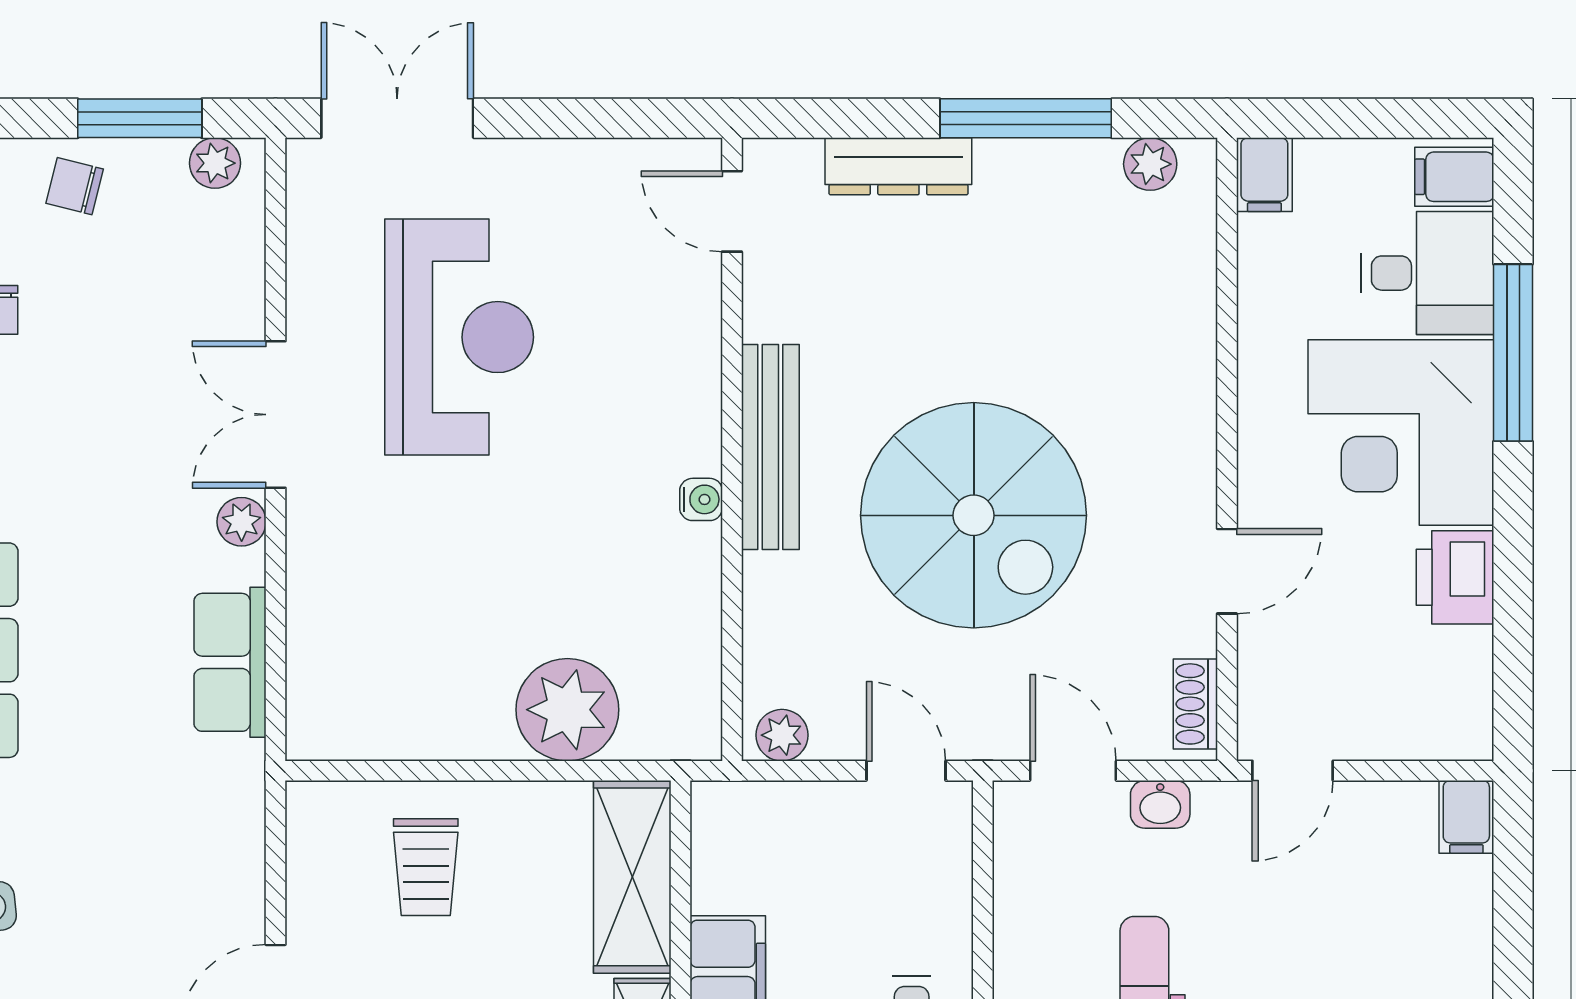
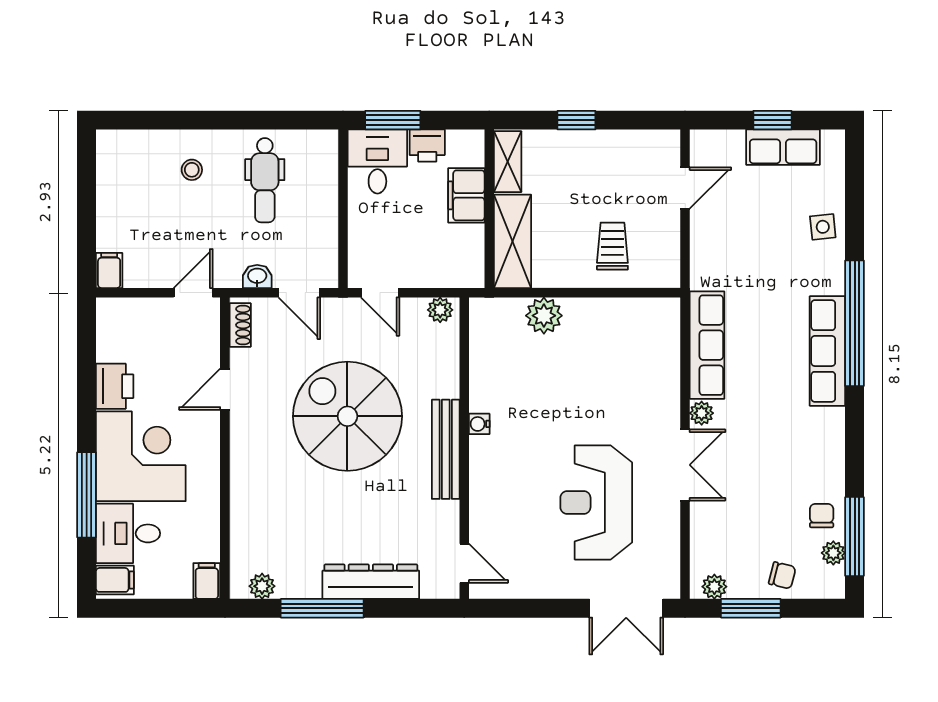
dresser: (898, 166) -> (371, 582), width x1.37, depth x1.24
row of seats: (230, 662) -> (707, 345), width x1.48
plant: (567, 710) -> (544, 316), width x0.73, depth x0.73

